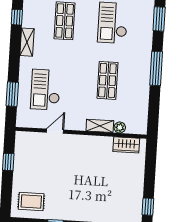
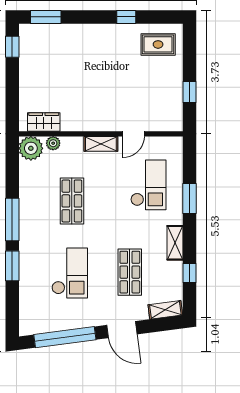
window: (159, 19) -> (12, 266), moved
window: (12, 94) -> (190, 198), moved
plant: (138, 124) -> (31, 148), added
shelving: (100, 126) -> (101, 144), moved

